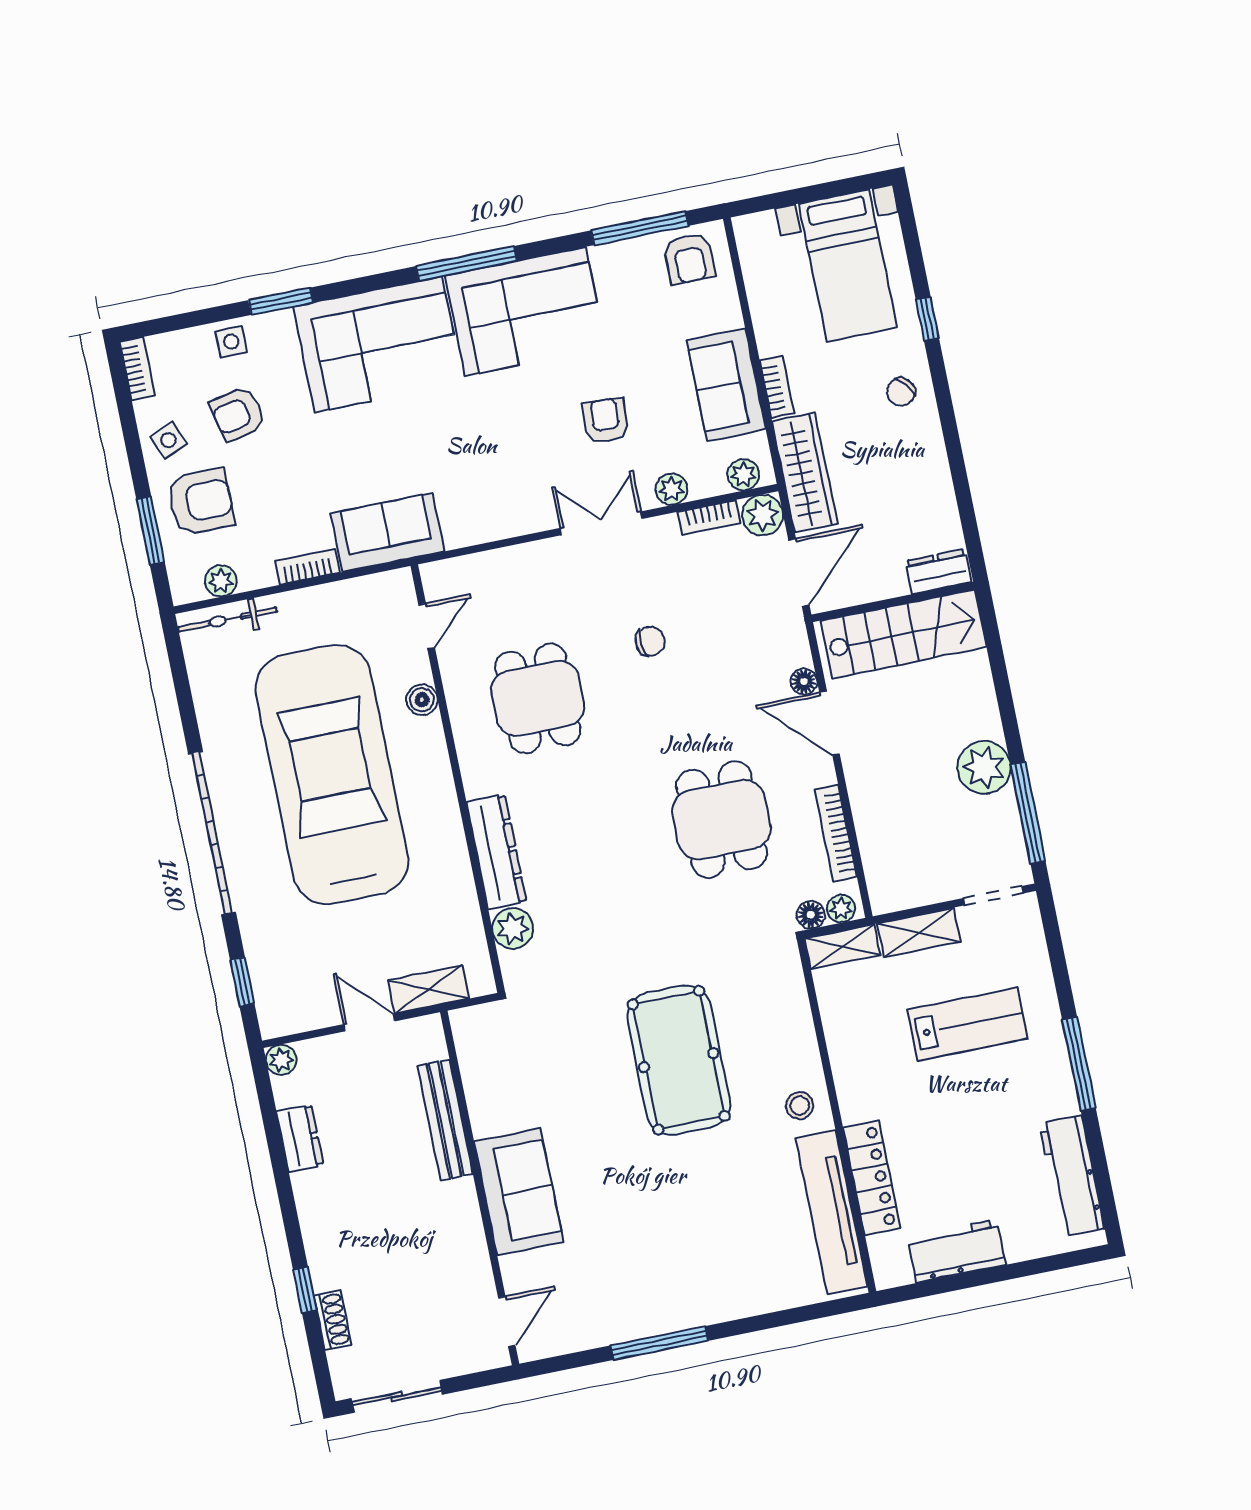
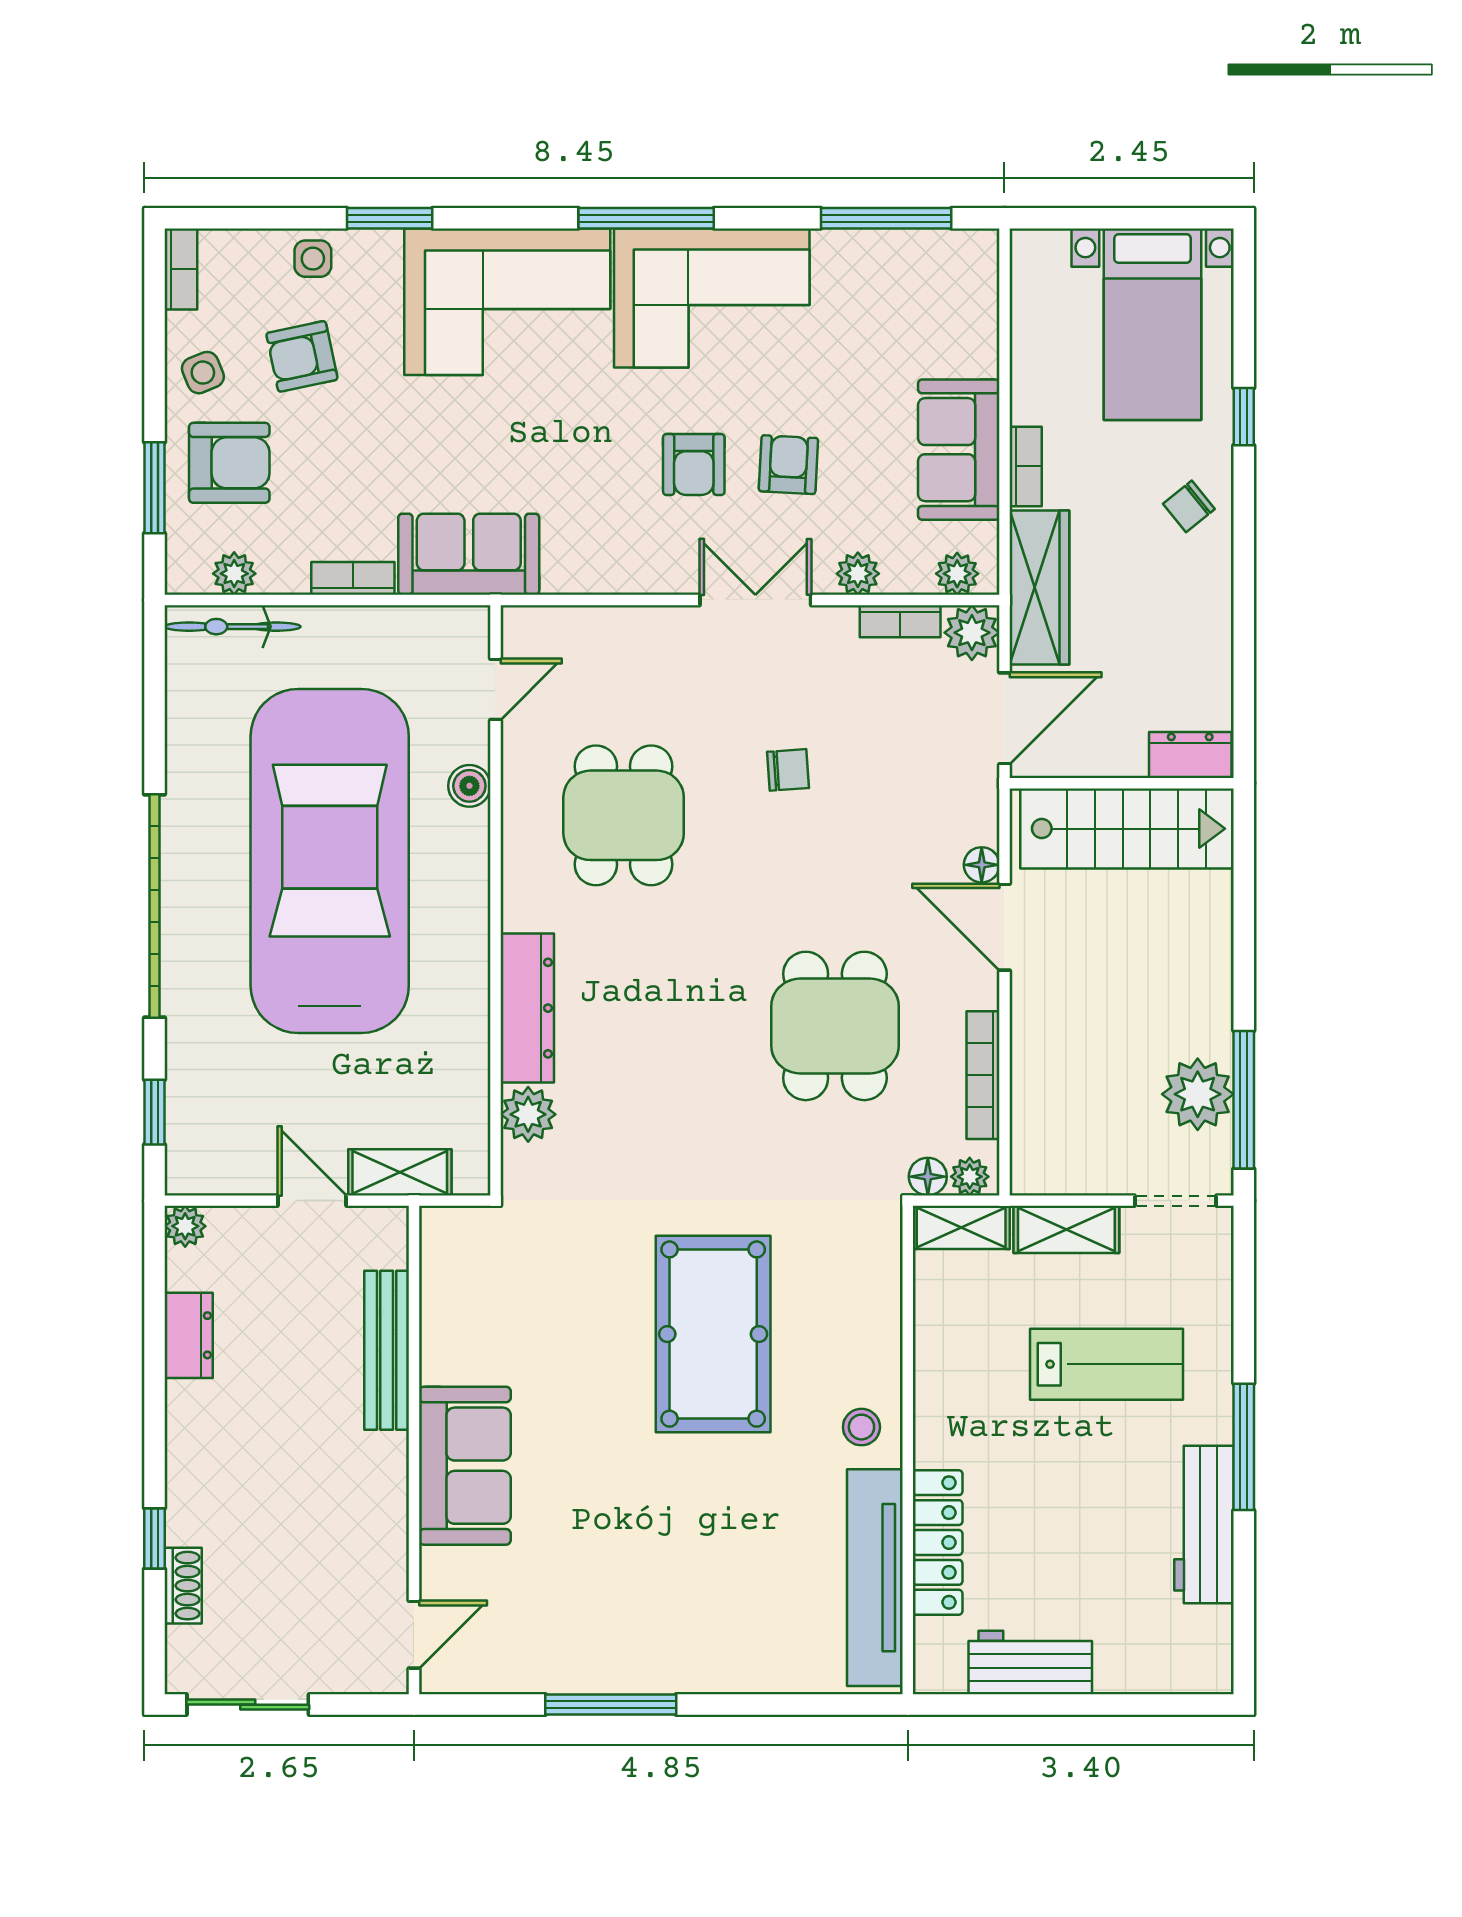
armchair: (689, 259) -> (694, 464), moved
plant: (984, 767) -> (1198, 1094), moved
workbench: (1072, 1176) -> (1204, 1524), moved

